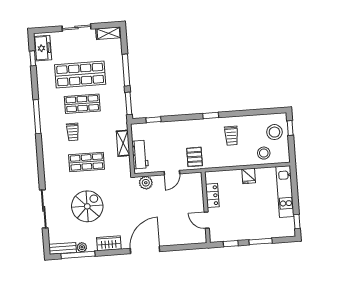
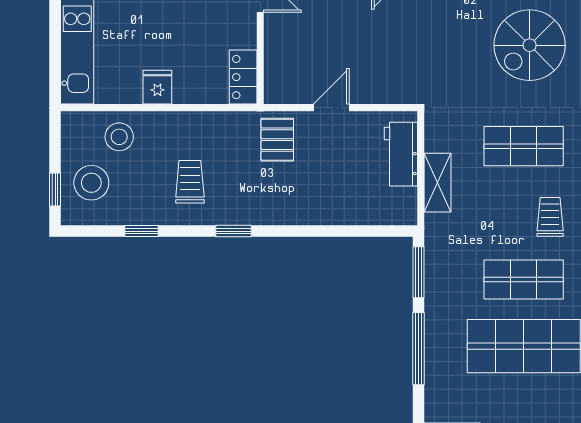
window: (153, 120) -> (141, 231), moved
plant: (146, 183) -> (392, 89), removed
locker: (212, 195) -> (243, 77), moved

